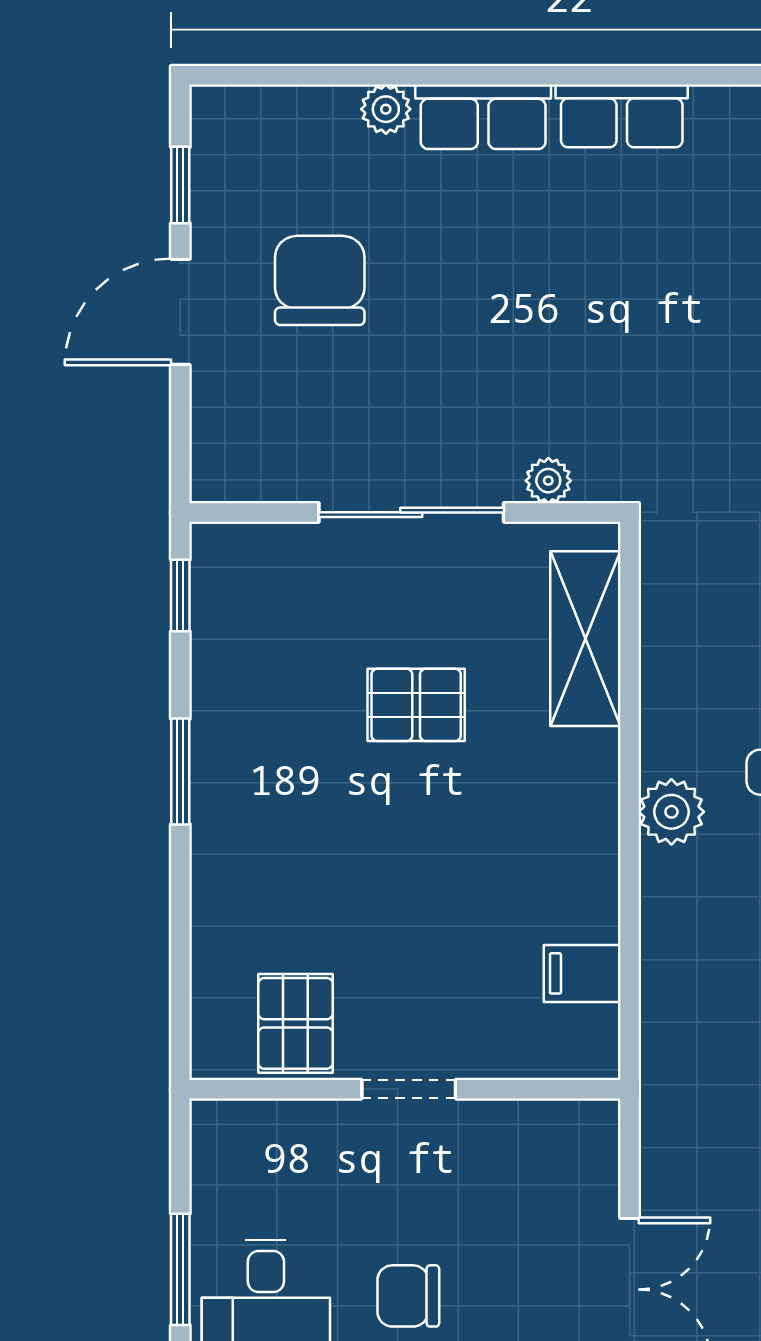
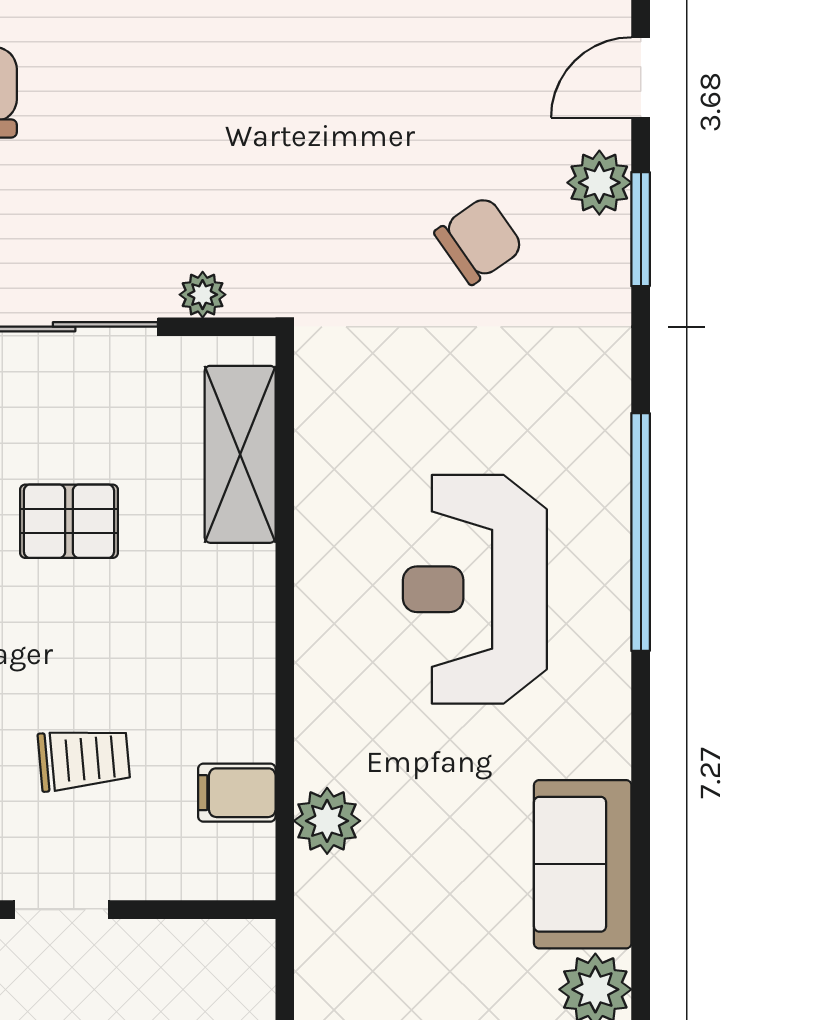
plant: (671, 812) -> (327, 821), moved
trolley: (431, 940) -> (84, 759), added

